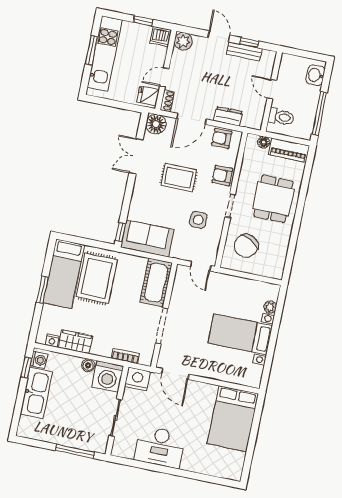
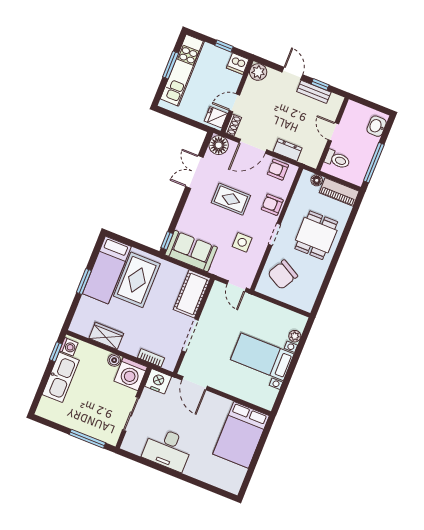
nightstand: (52, 341) -> (84, 331), removed

